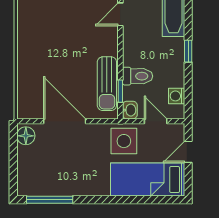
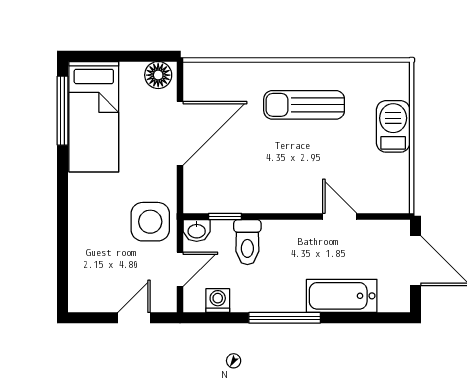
window: (188, 51) -> (285, 318), width x2.17
sun lounger: (107, 84) -> (304, 105), moved
door: (188, 152) -> (134, 318), hinge flipped
bed: (148, 179) -> (94, 117), moved, turned 180

